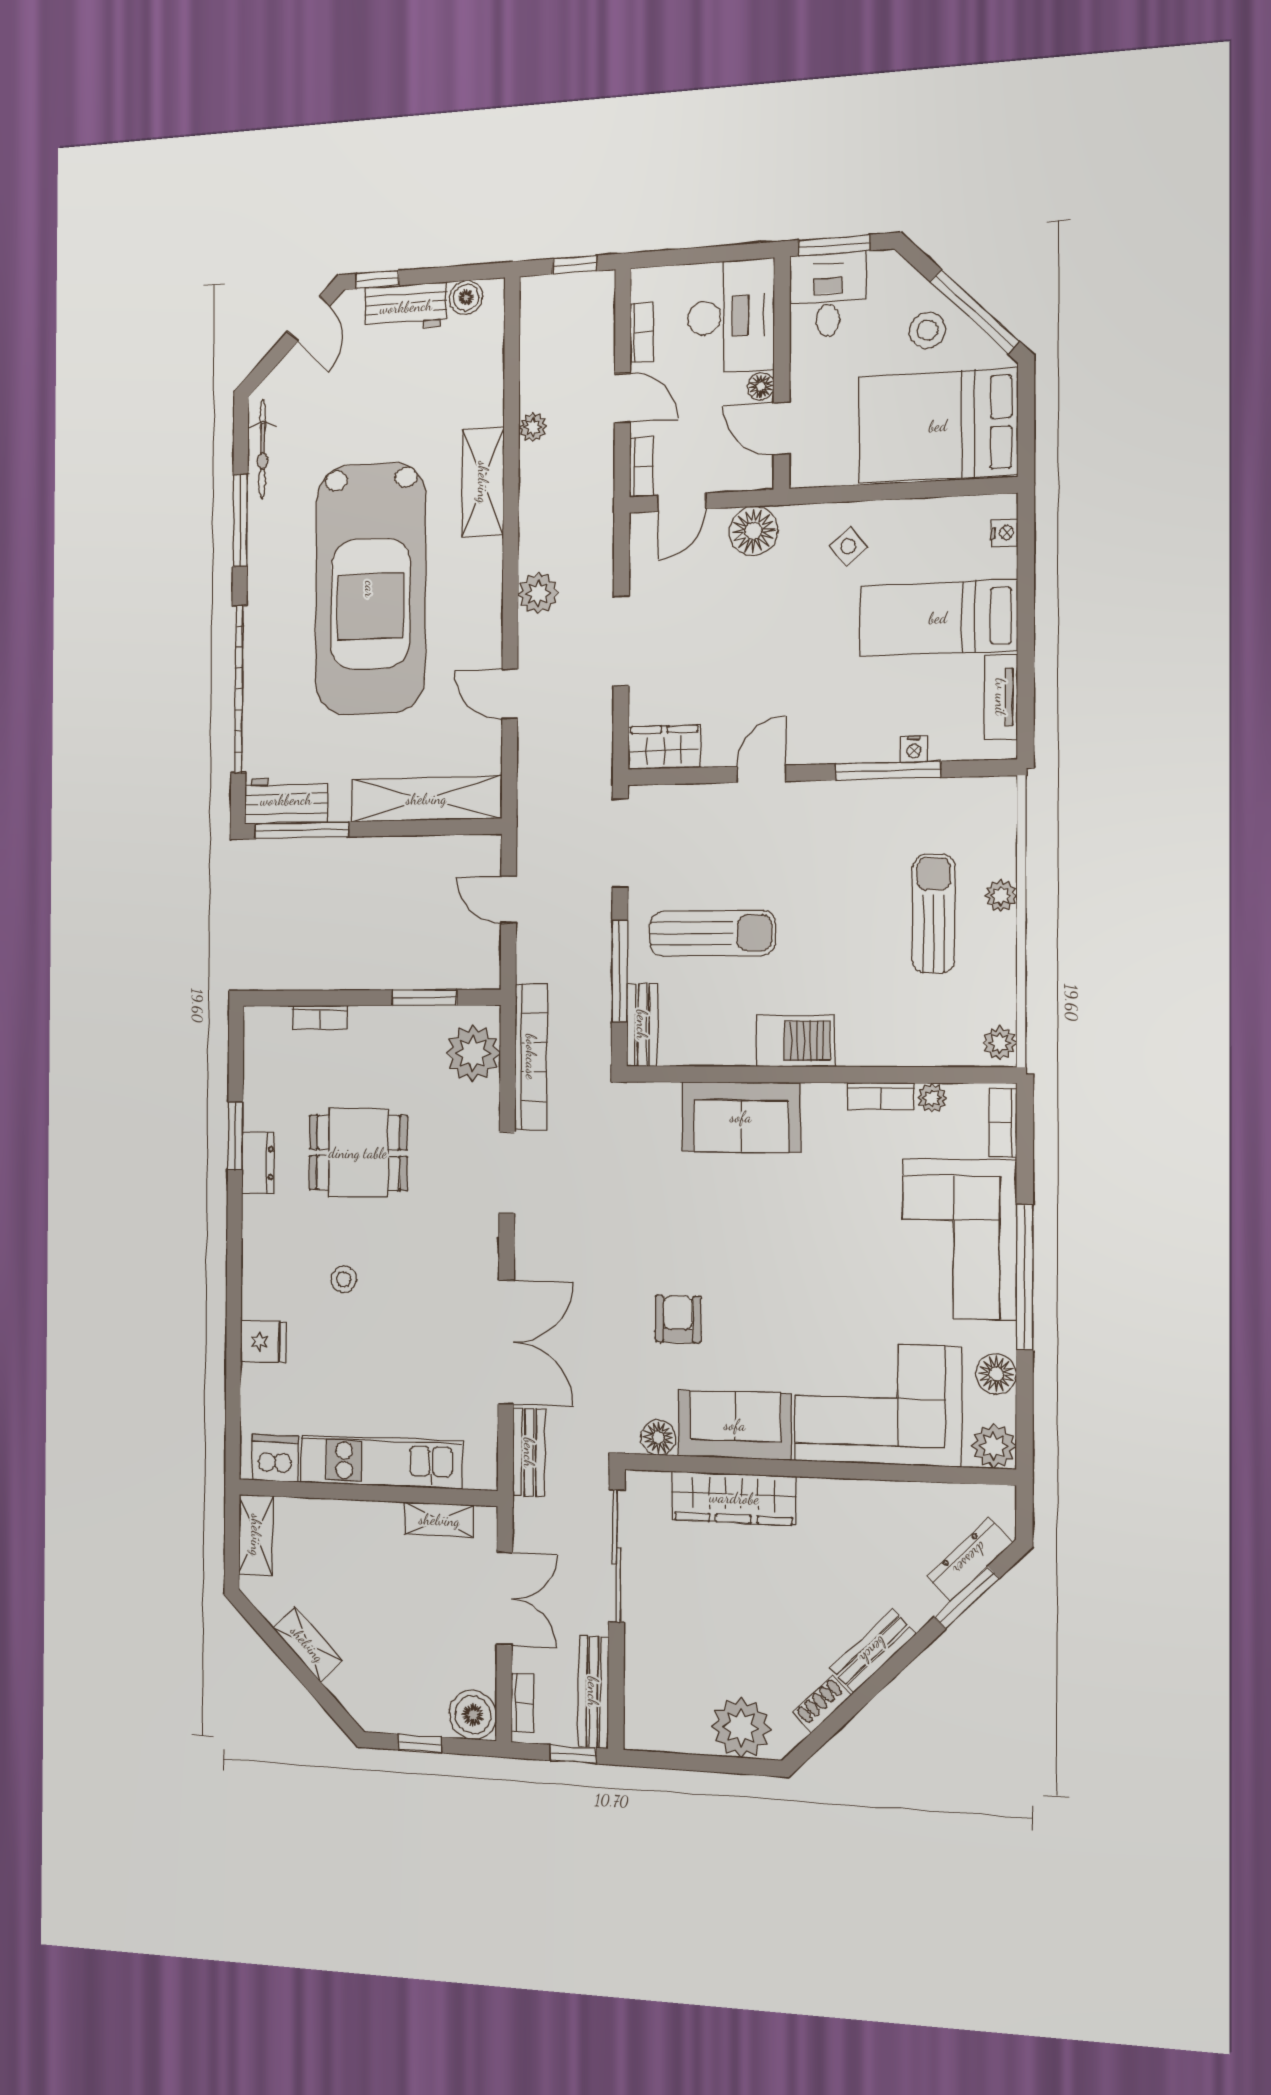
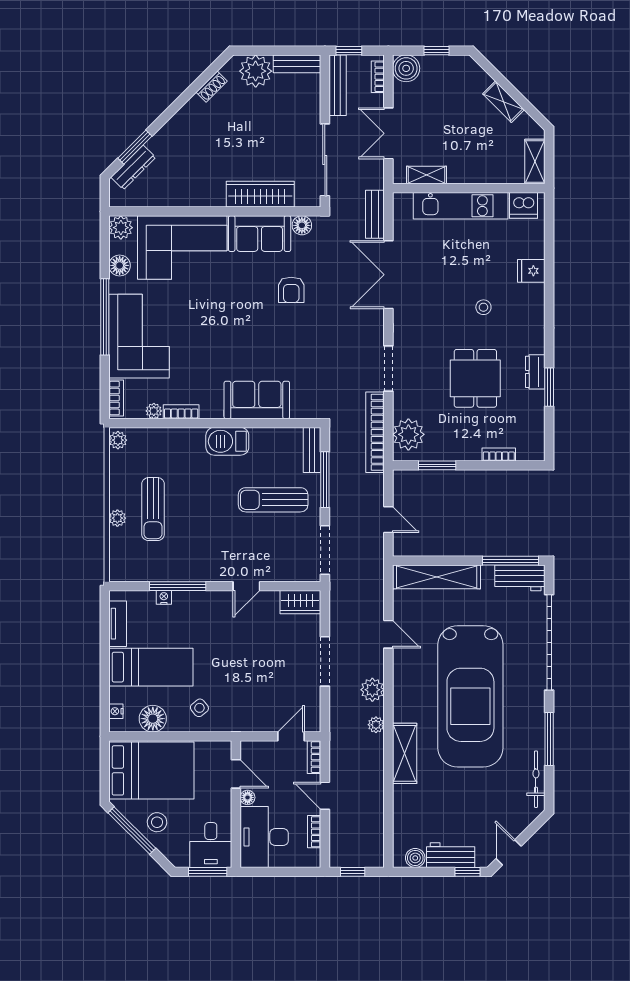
plant: (533, 427) -> (376, 725), moved
floor lamp: (753, 531) -> (153, 719), moved
car: (370, 589) -> (470, 696), turned 180
dining table: (358, 1153) -> (475, 378), turned 90
bench: (873, 1651) -> (297, 64), moved, turned 45

